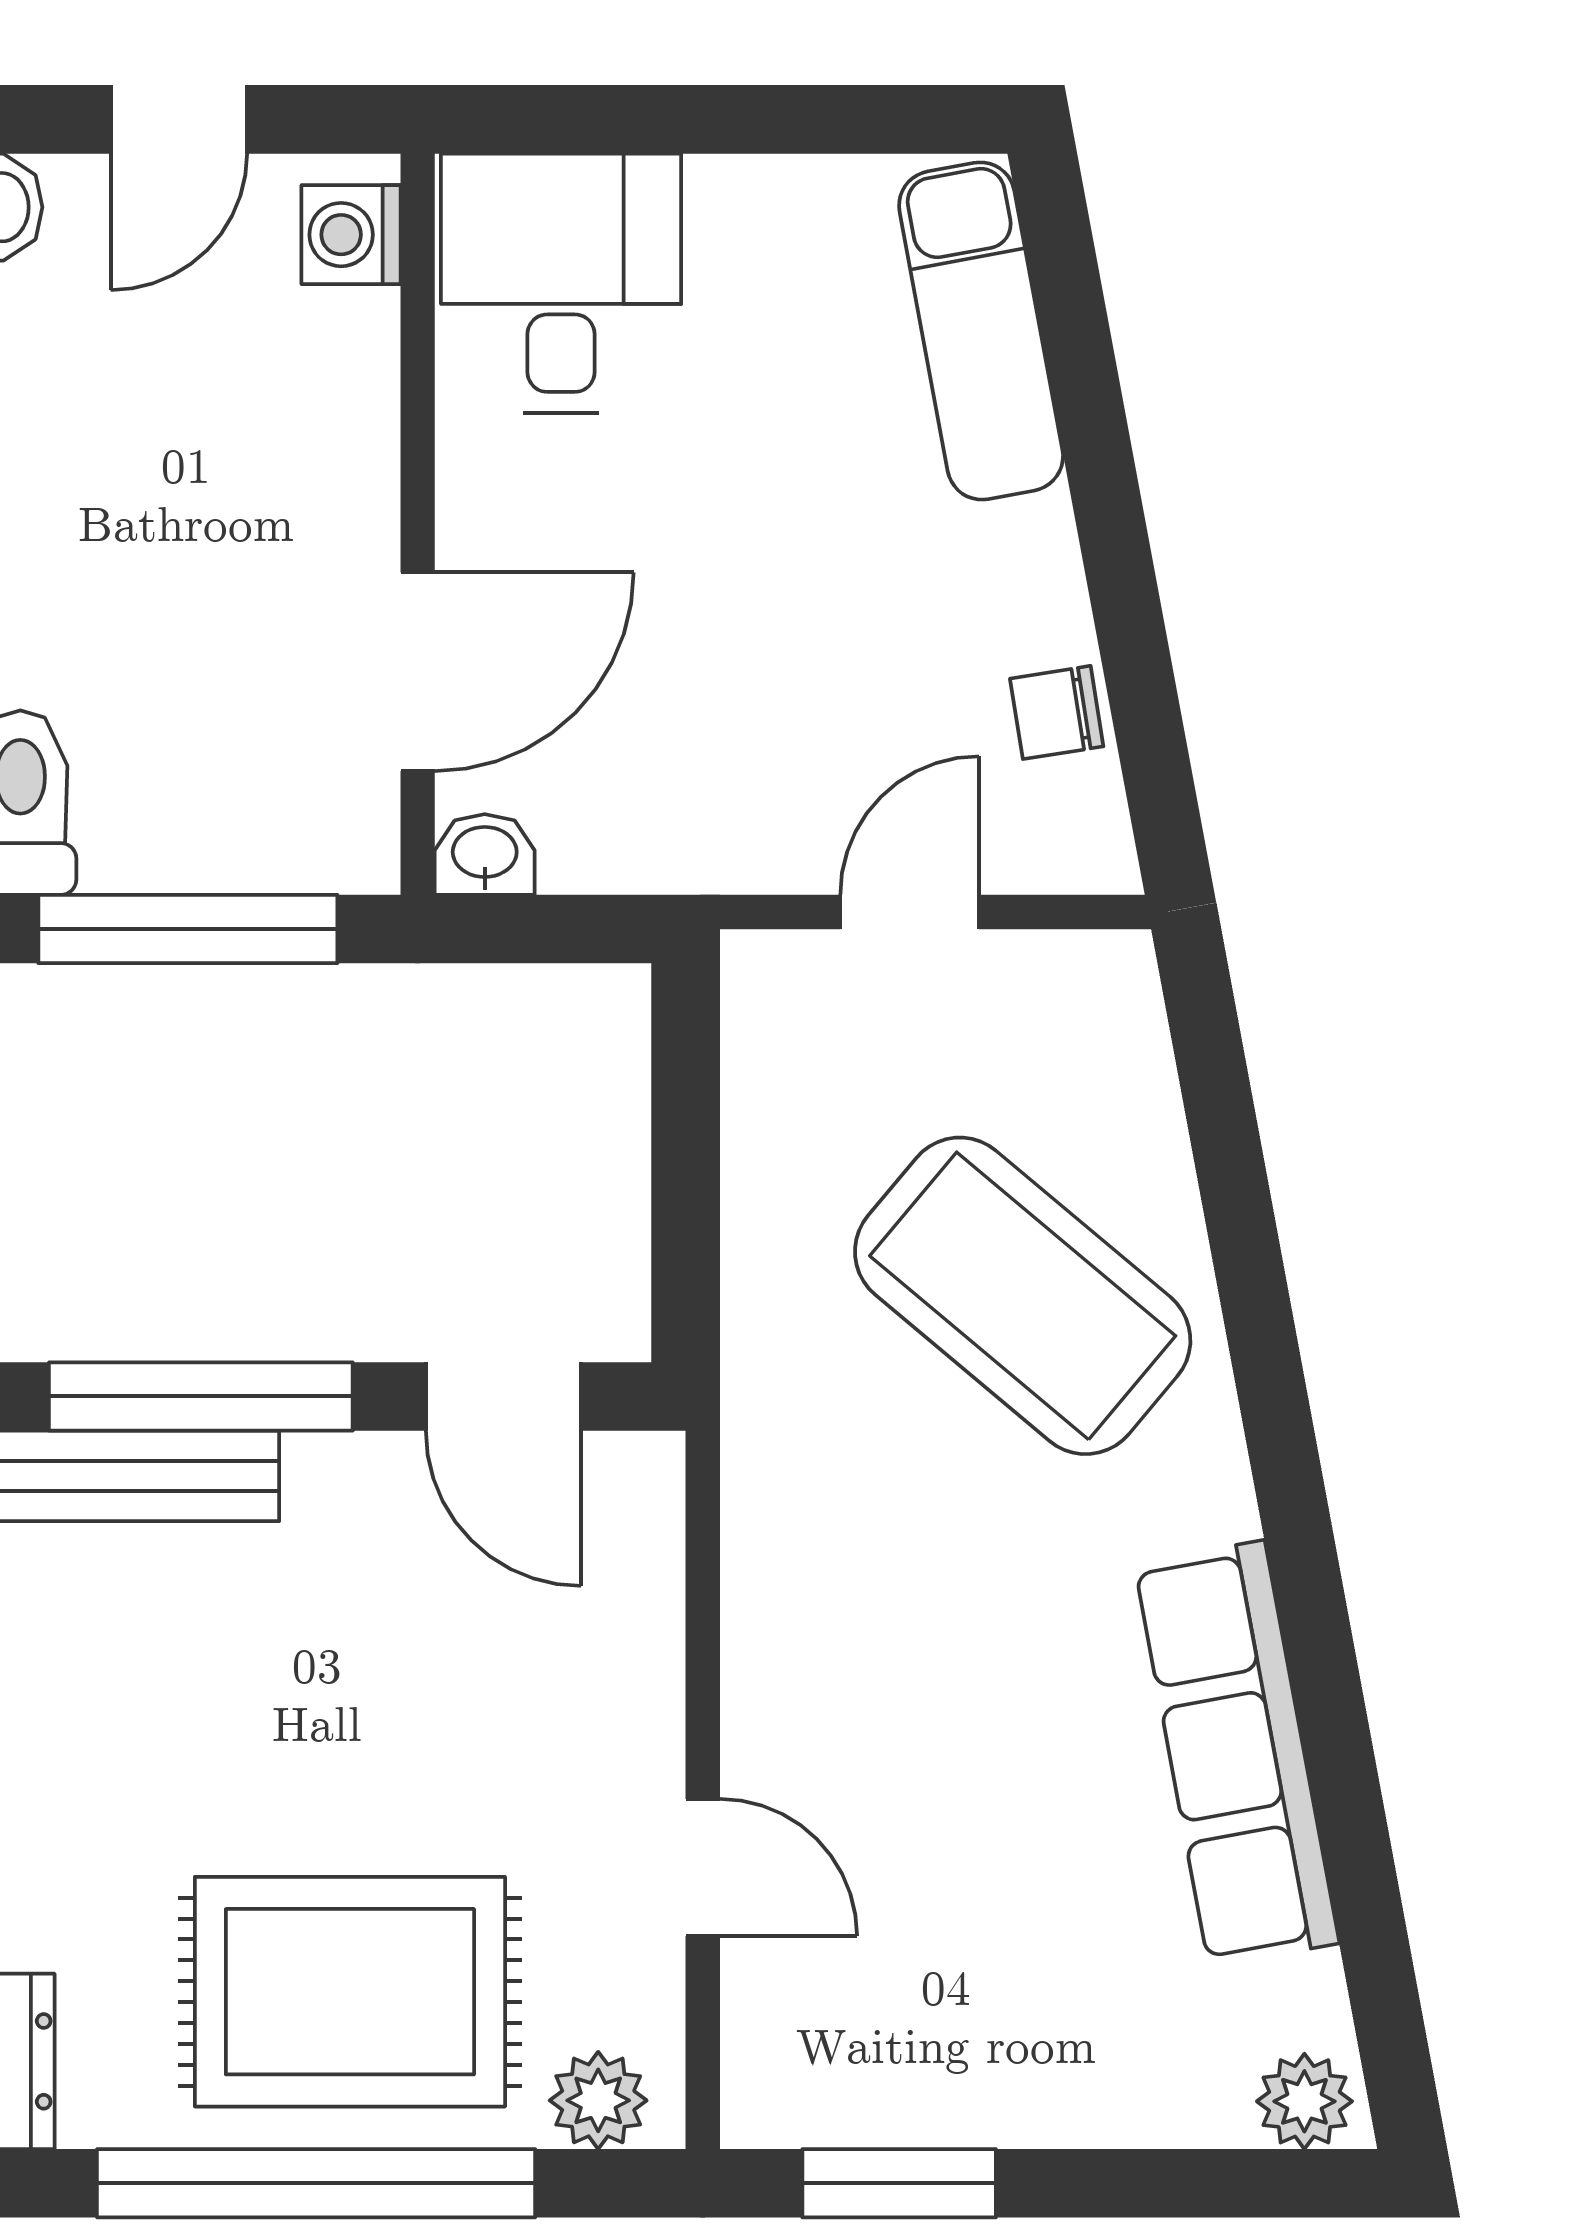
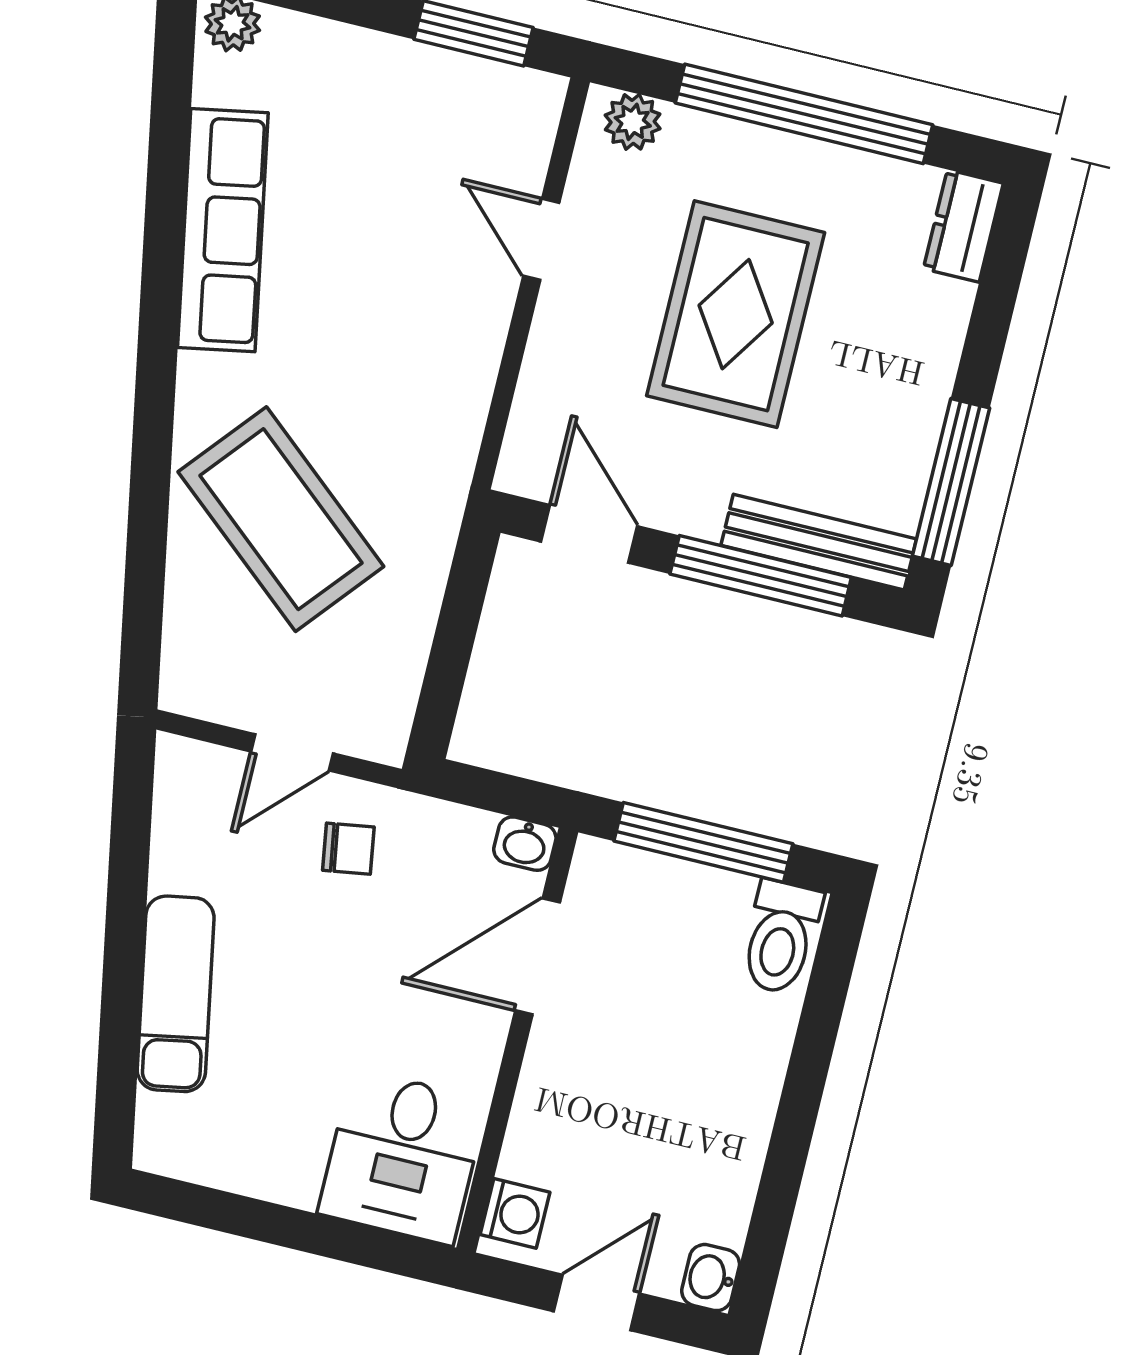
exam couch: (981, 331) -> (176, 994), moved
chair: (1057, 712) -> (348, 849), moved
rug: (350, 1992) -> (736, 314), moved, turned 90

